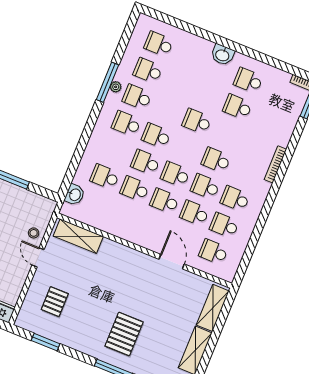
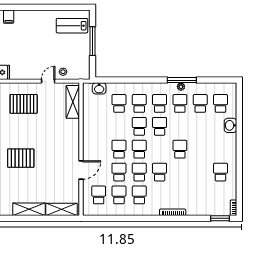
washbasin: (222, 55) -> (230, 125), moved
school desk: (237, 107) -> (200, 172), removed
school desk: (135, 189) -> (139, 103), moved
pallet: (55, 302) -> (24, 104), width x1.50, depth x1.42

